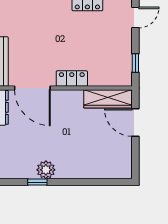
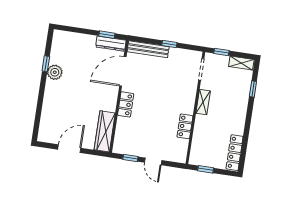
door: (135, 18) -> (153, 161), moved
door: (135, 123) -> (69, 149), moved

